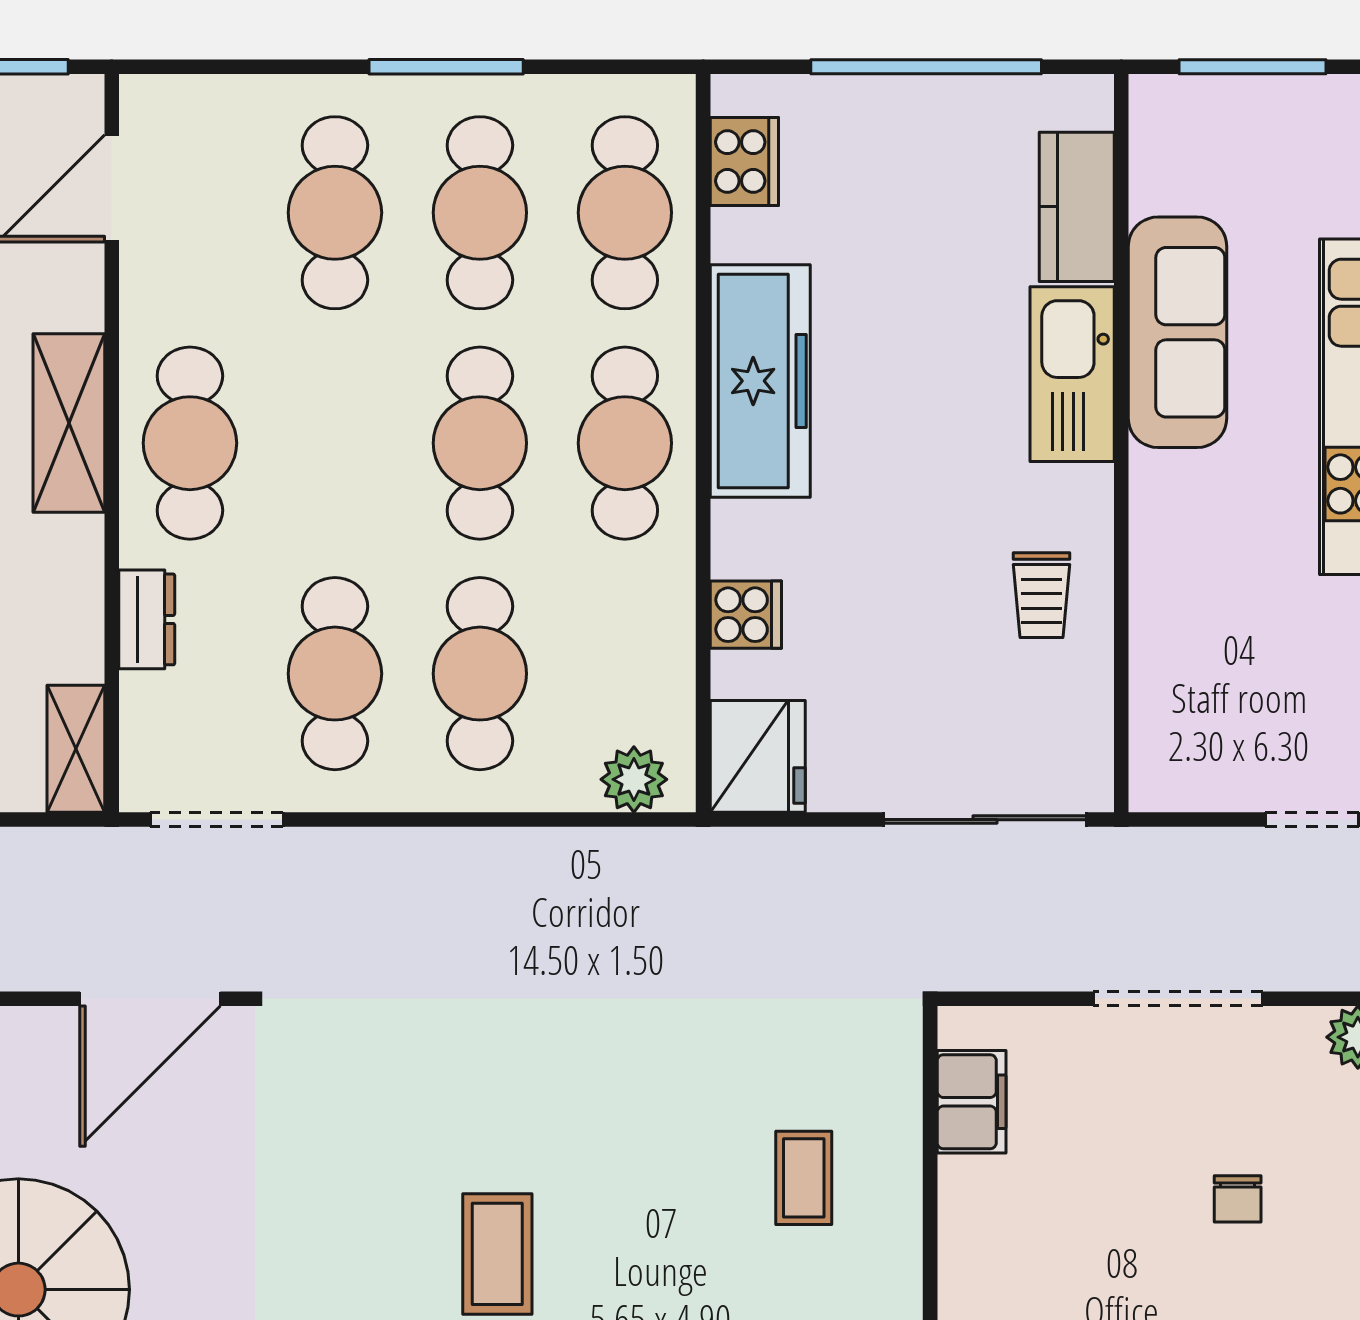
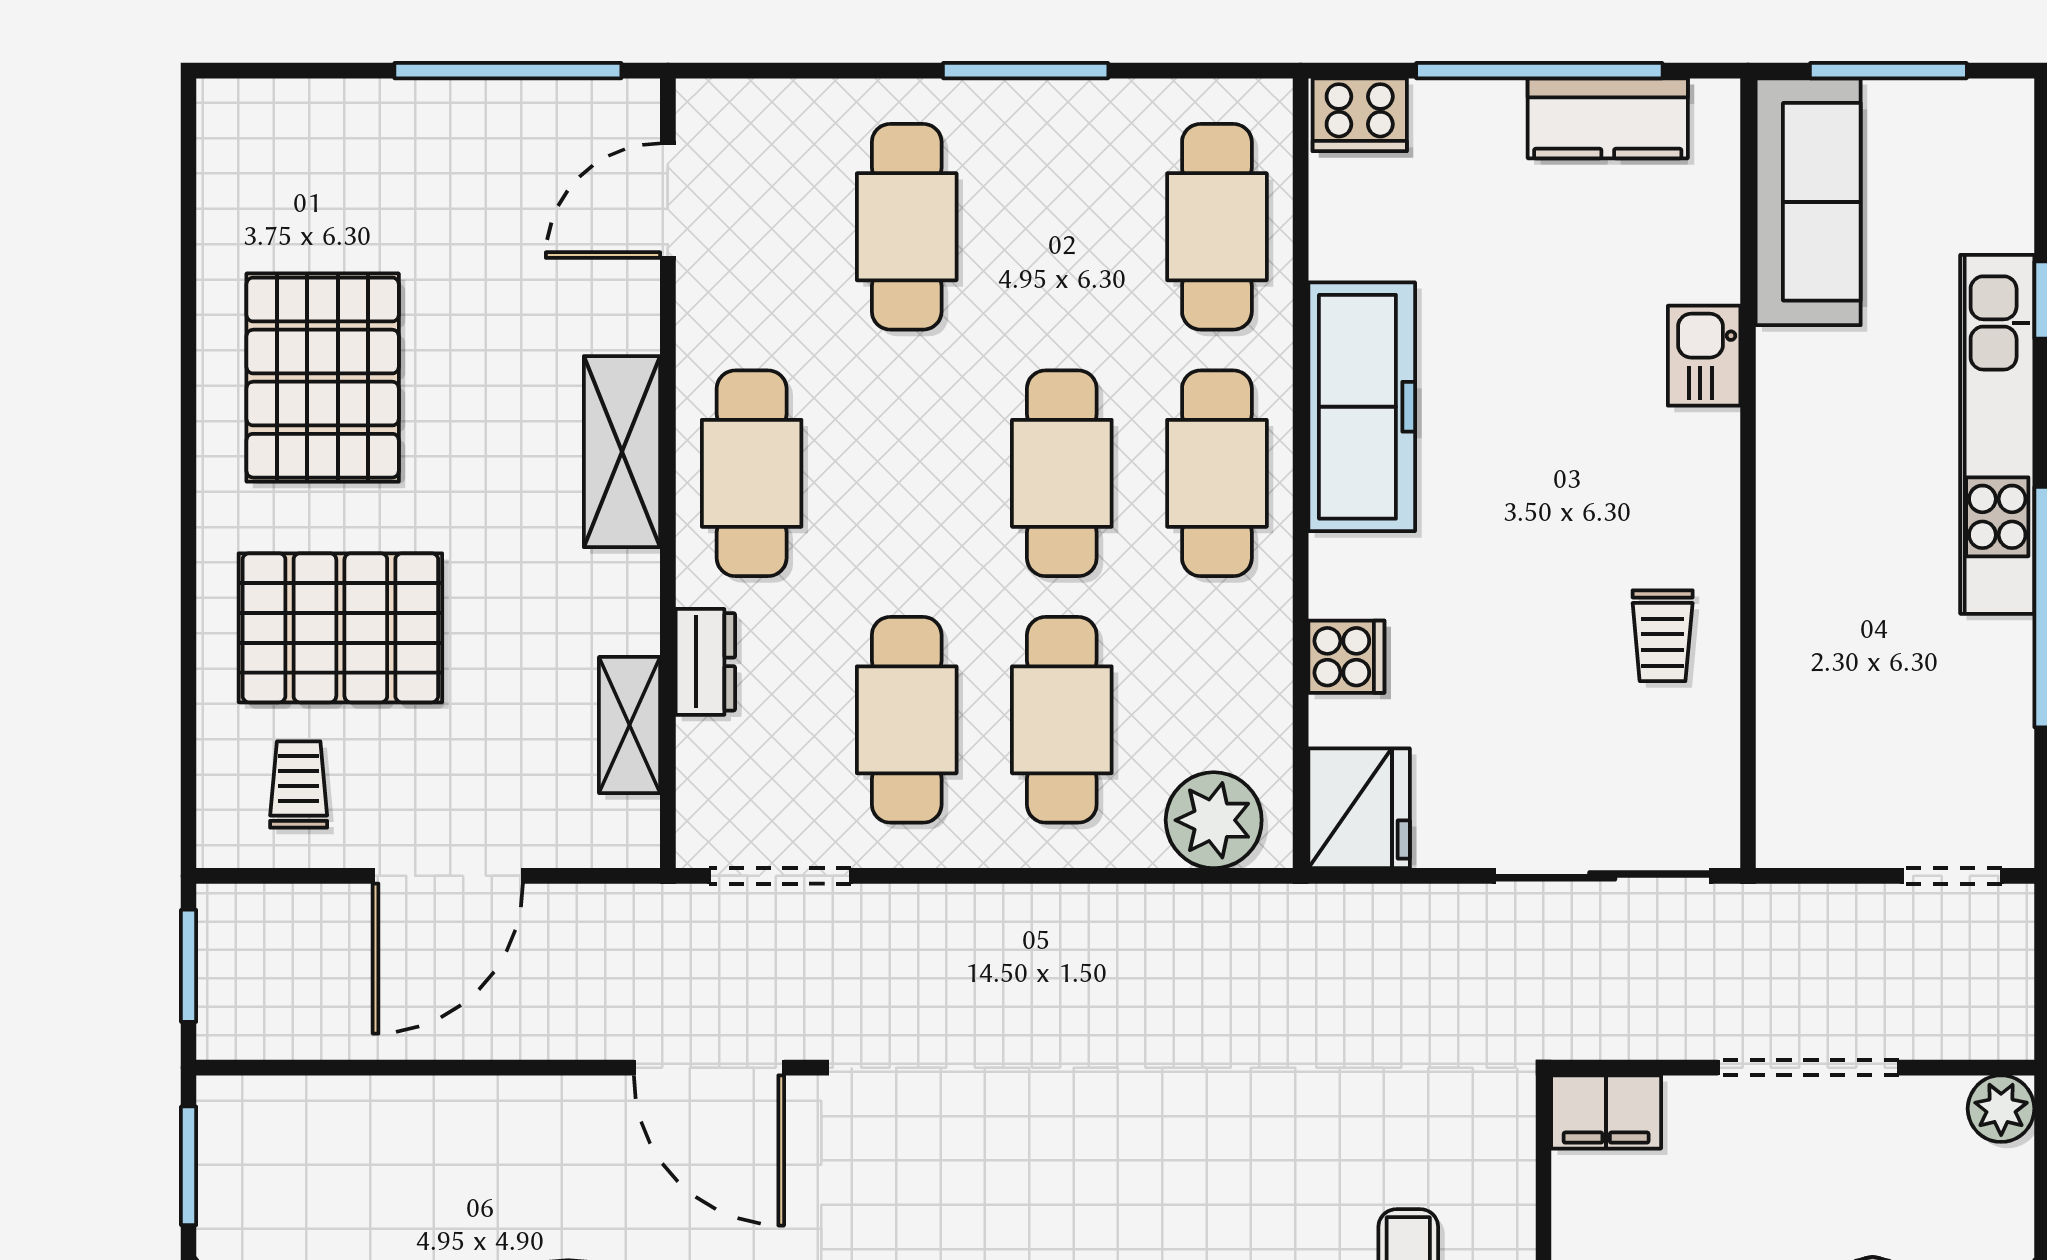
cooker: (744, 162) -> (1360, 115), moved, turned 90
kitchen counter: (1077, 207) -> (1608, 118), moved, turned -90
cafe table: (480, 213) -> (1062, 227), removed
sofa: (1178, 332) -> (1808, 202), moved
kitchen sink: (1072, 374) -> (1704, 356), width x0.53, depth x0.81
shelving: (76, 749) -> (630, 725), moved
plant: (634, 779) -> (1214, 820), width x1.36, depth x1.36
door: (150, 999) -> (709, 1068), hinge flipped
filing cabinet: (972, 1102) -> (1606, 1112), moved, turned 90

